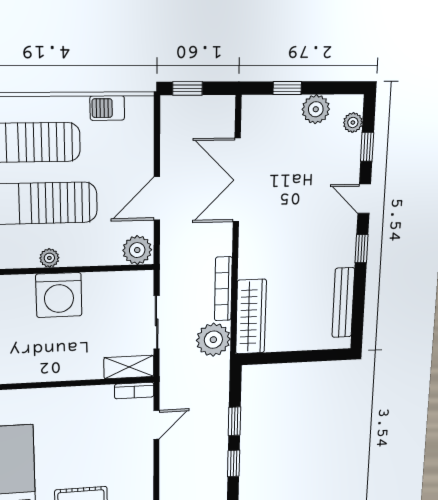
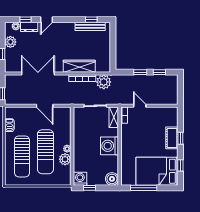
dresser: (349, 156) -> (29, 27), added
double door: (237, 180) -> (38, 73), swing flipped
window: (362, 249) -> (91, 20), moved
plant: (137, 250) -> (65, 159), moved
washing machine: (59, 295) -> (109, 146), moved, turned 180
wardrobe: (251, 317) -> (79, 66), moved

